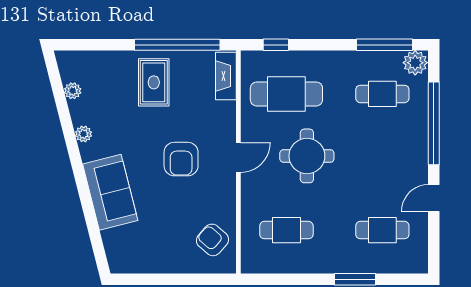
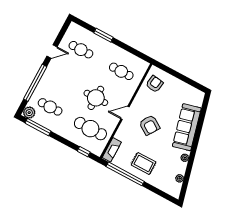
rug: (154, 82) -> (144, 164), turned 90
armchair: (181, 159) -> (149, 125), turned 123
sofa: (110, 192) -> (187, 127), width x1.36
armchair: (212, 240) -> (155, 84), turned -123

